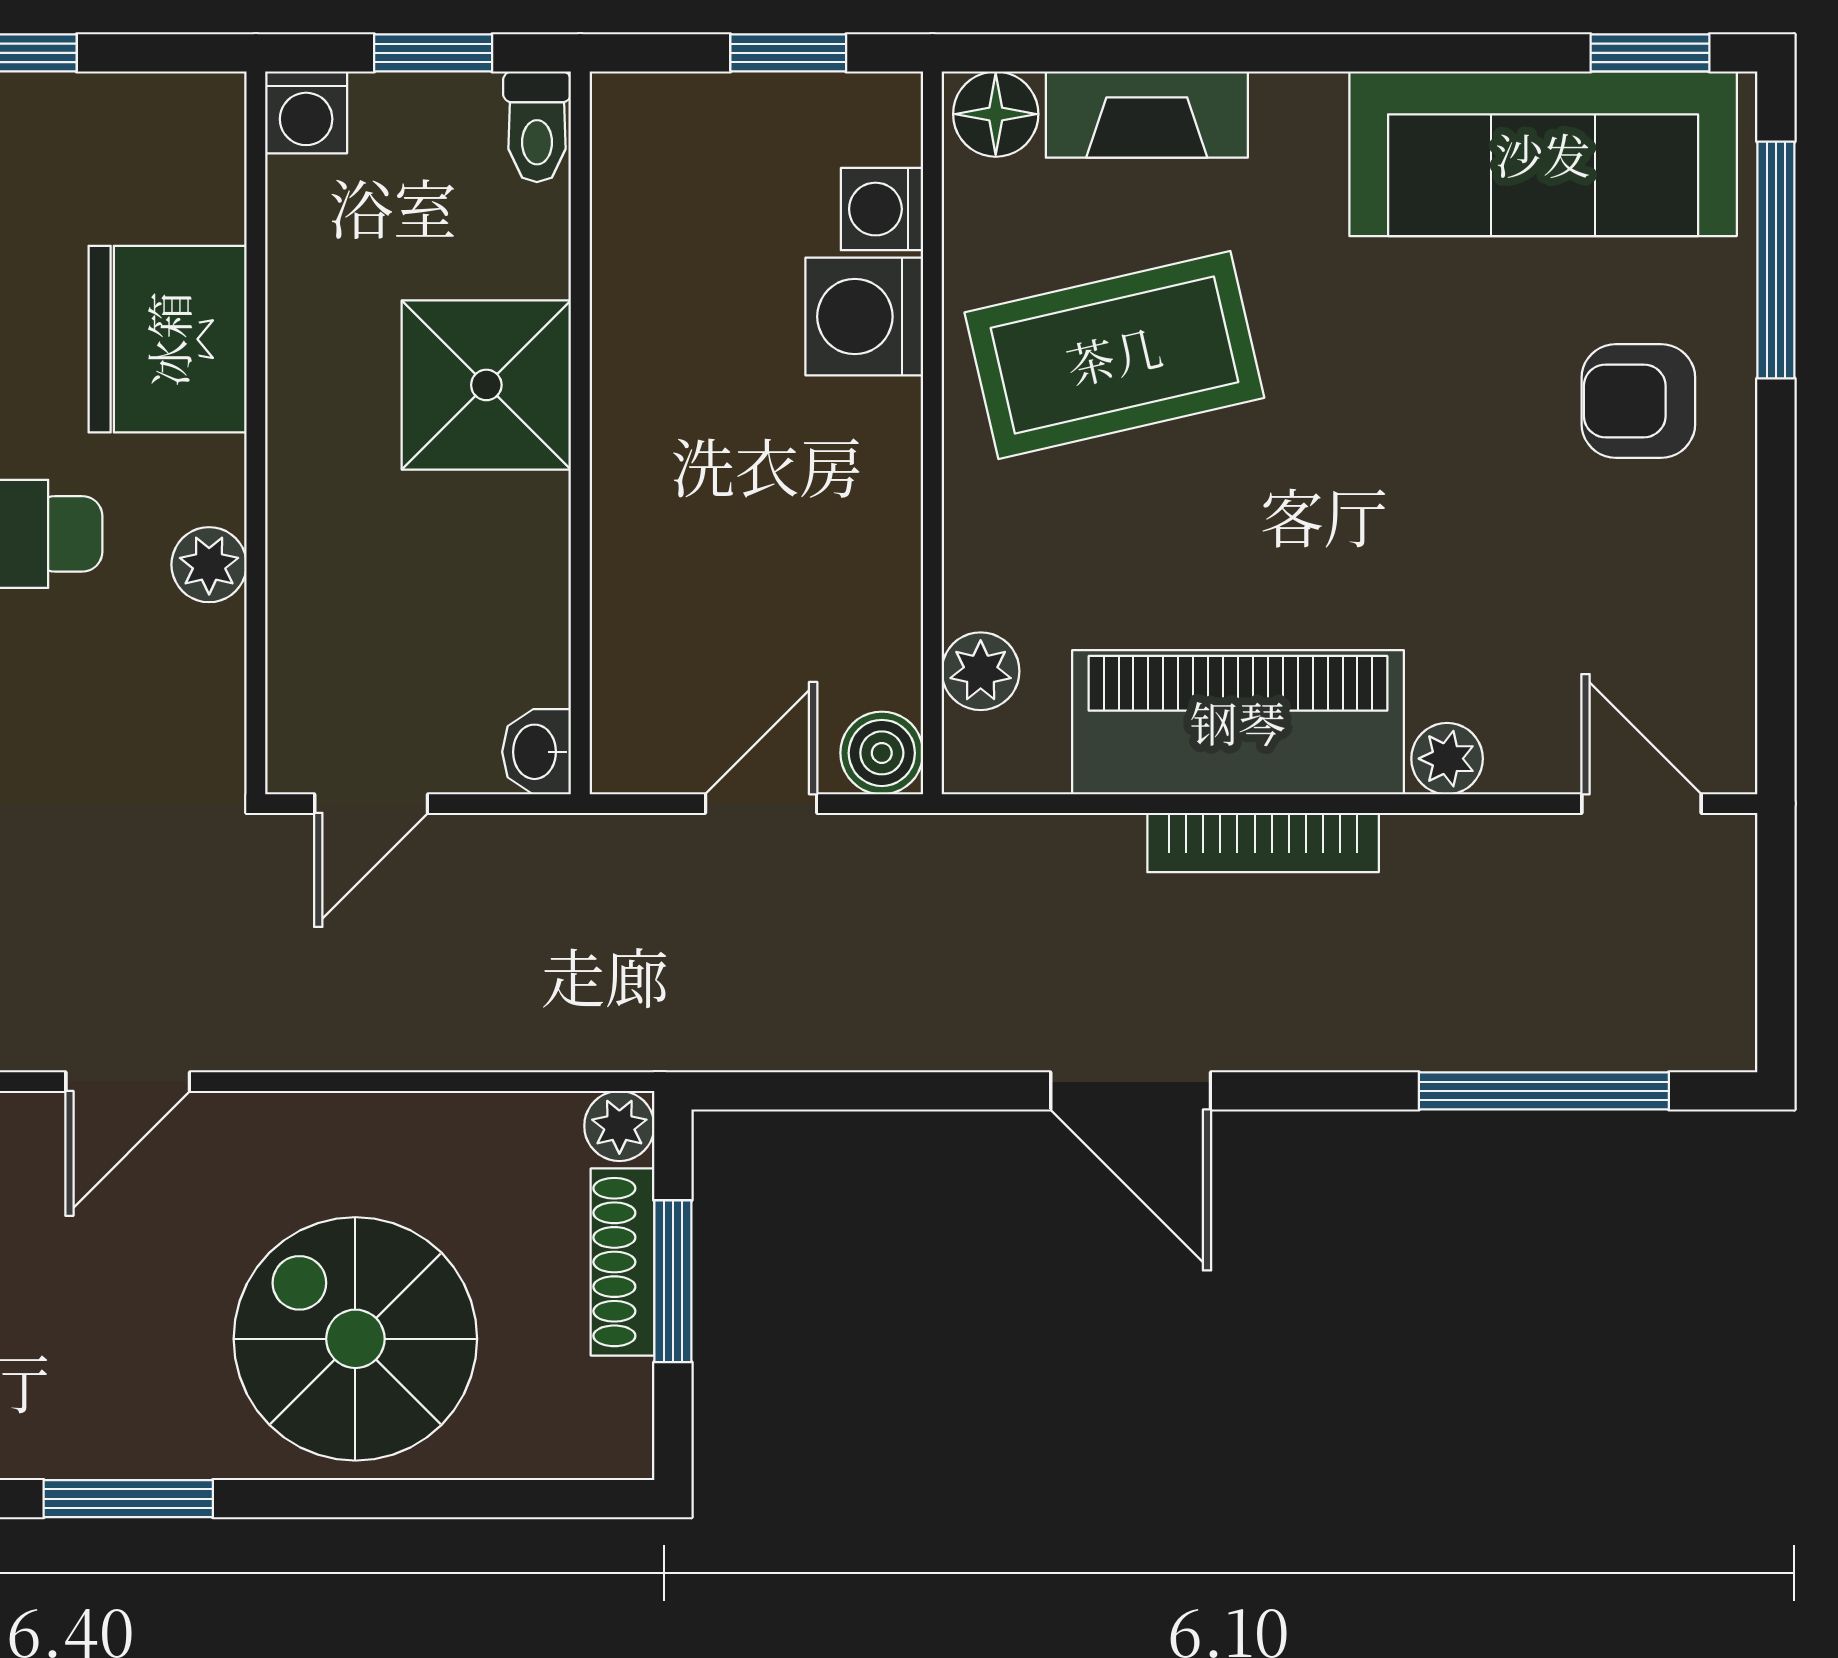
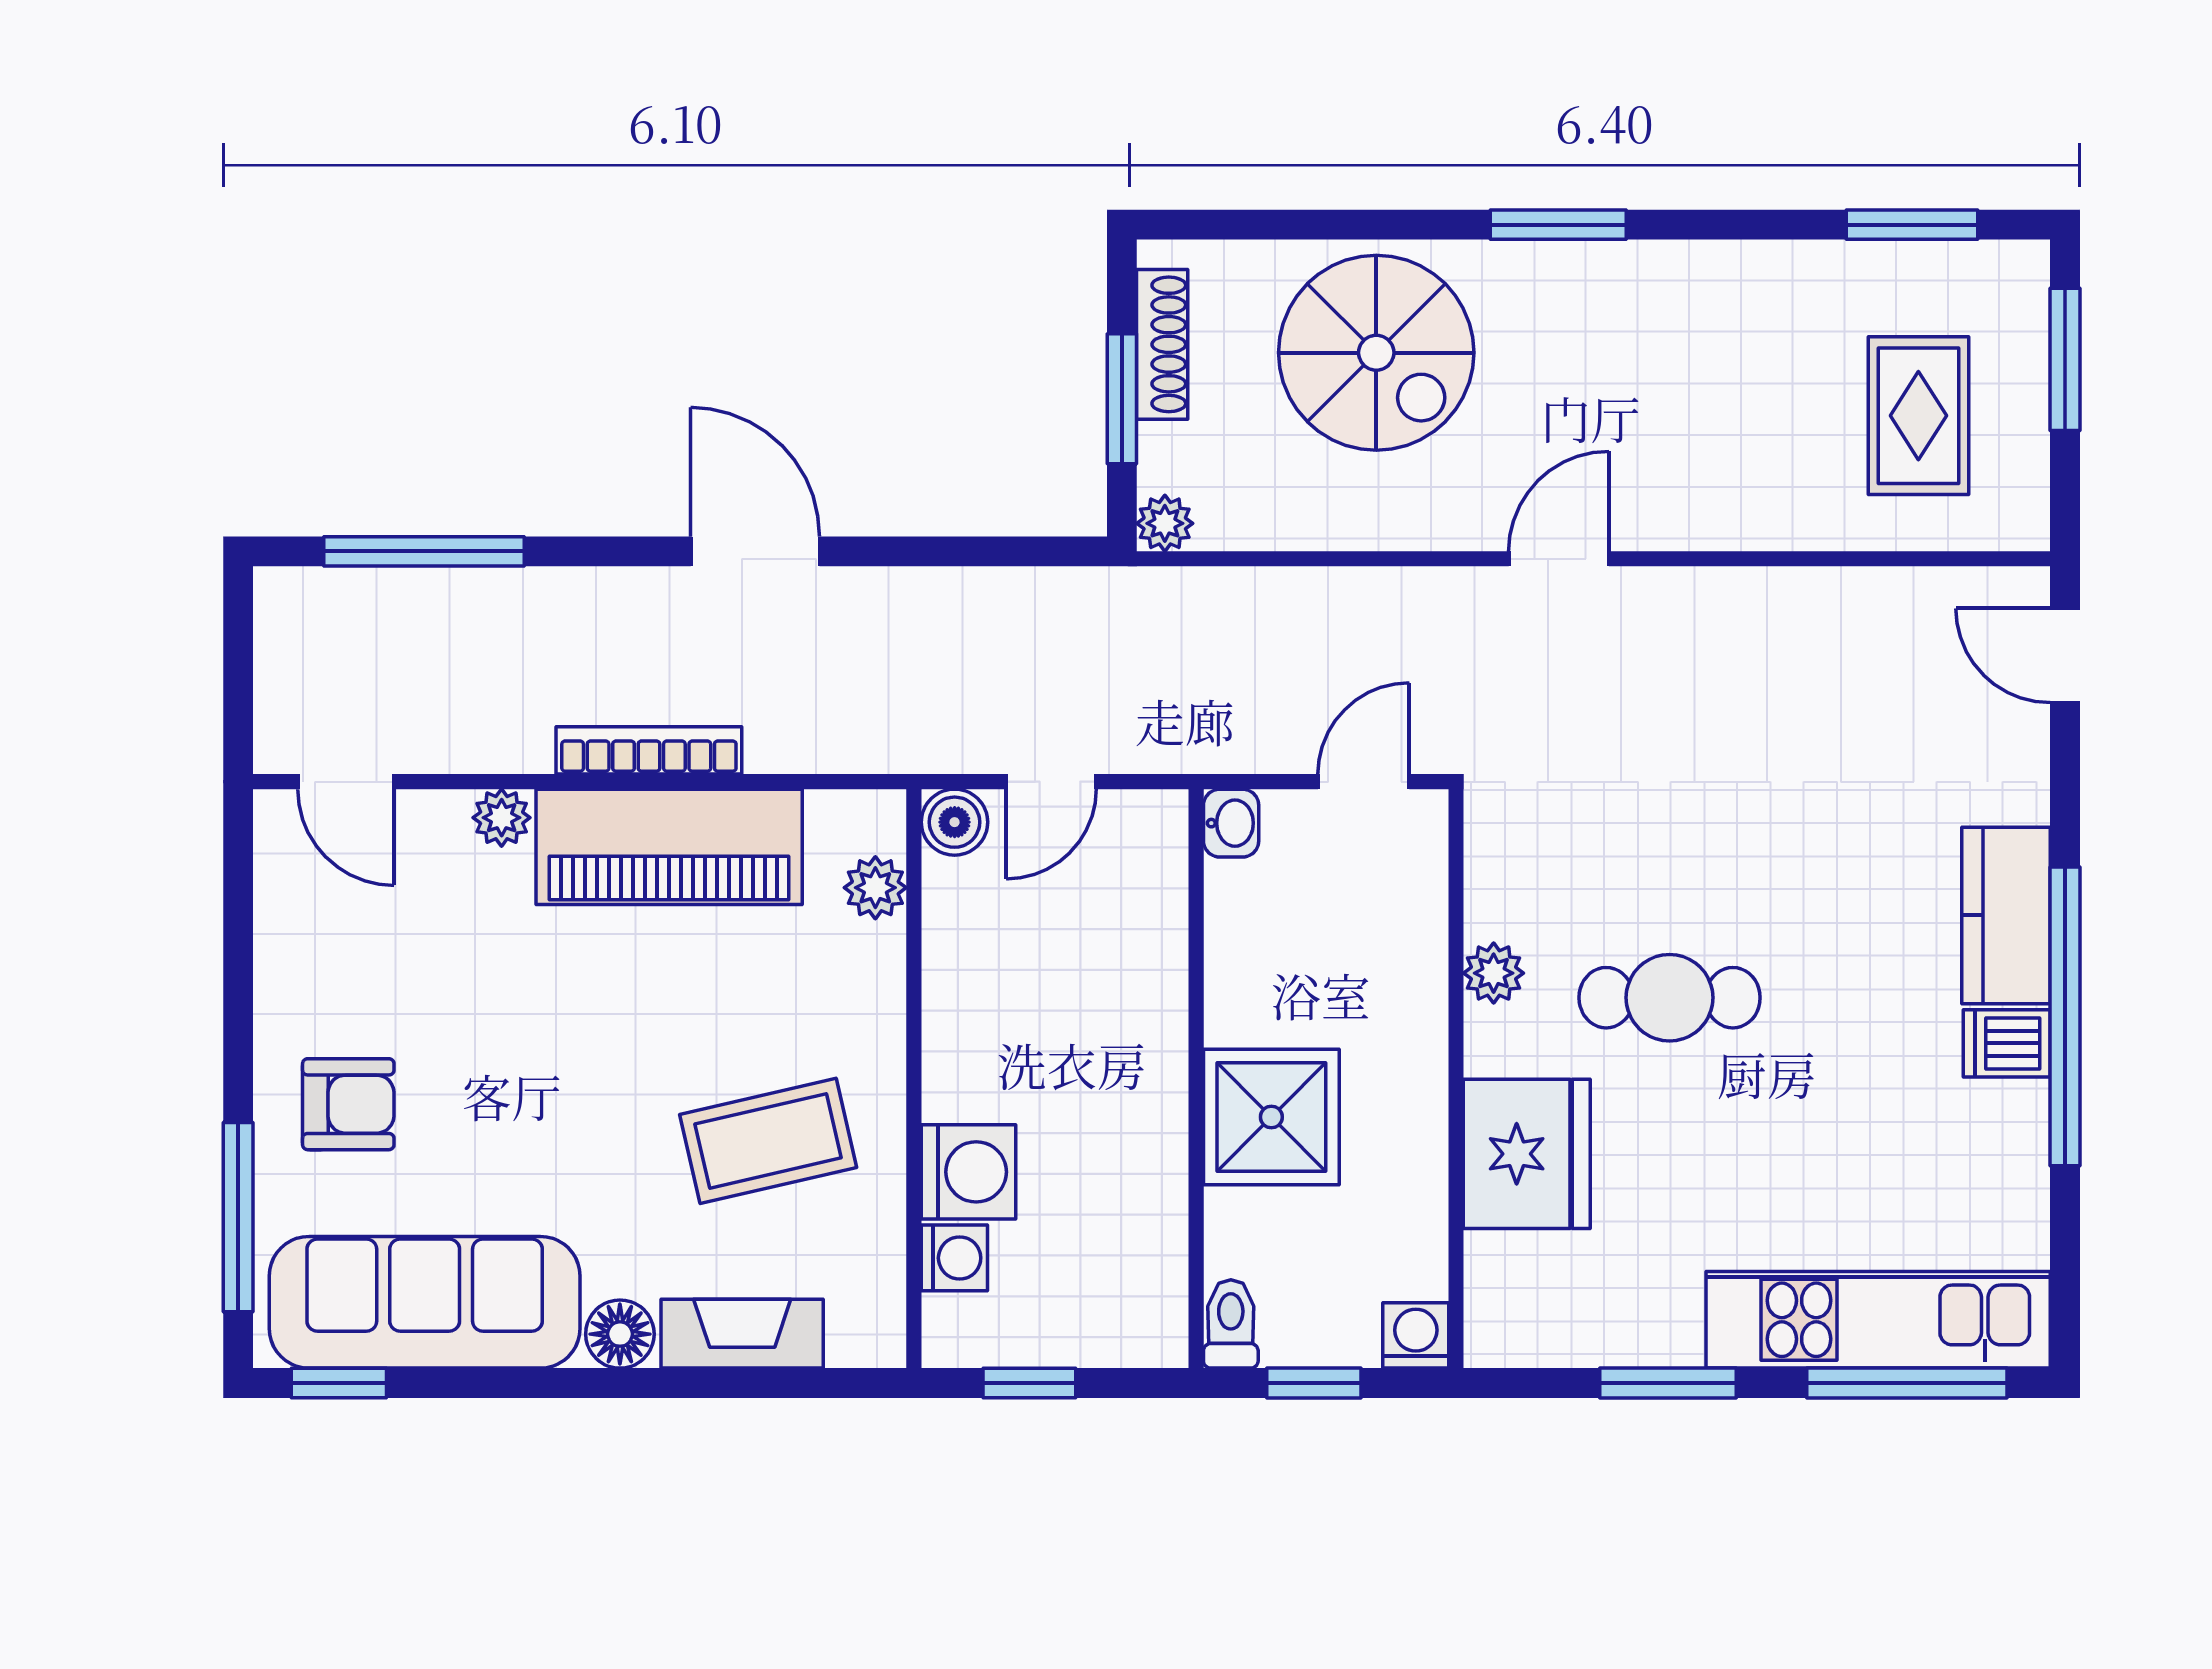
floor lamp: (996, 114) -> (620, 1334), moved
coffee table: (1114, 355) -> (768, 1141), width x0.73, depth x0.76
shoe rack: (623, 1262) -> (1162, 344), moved

